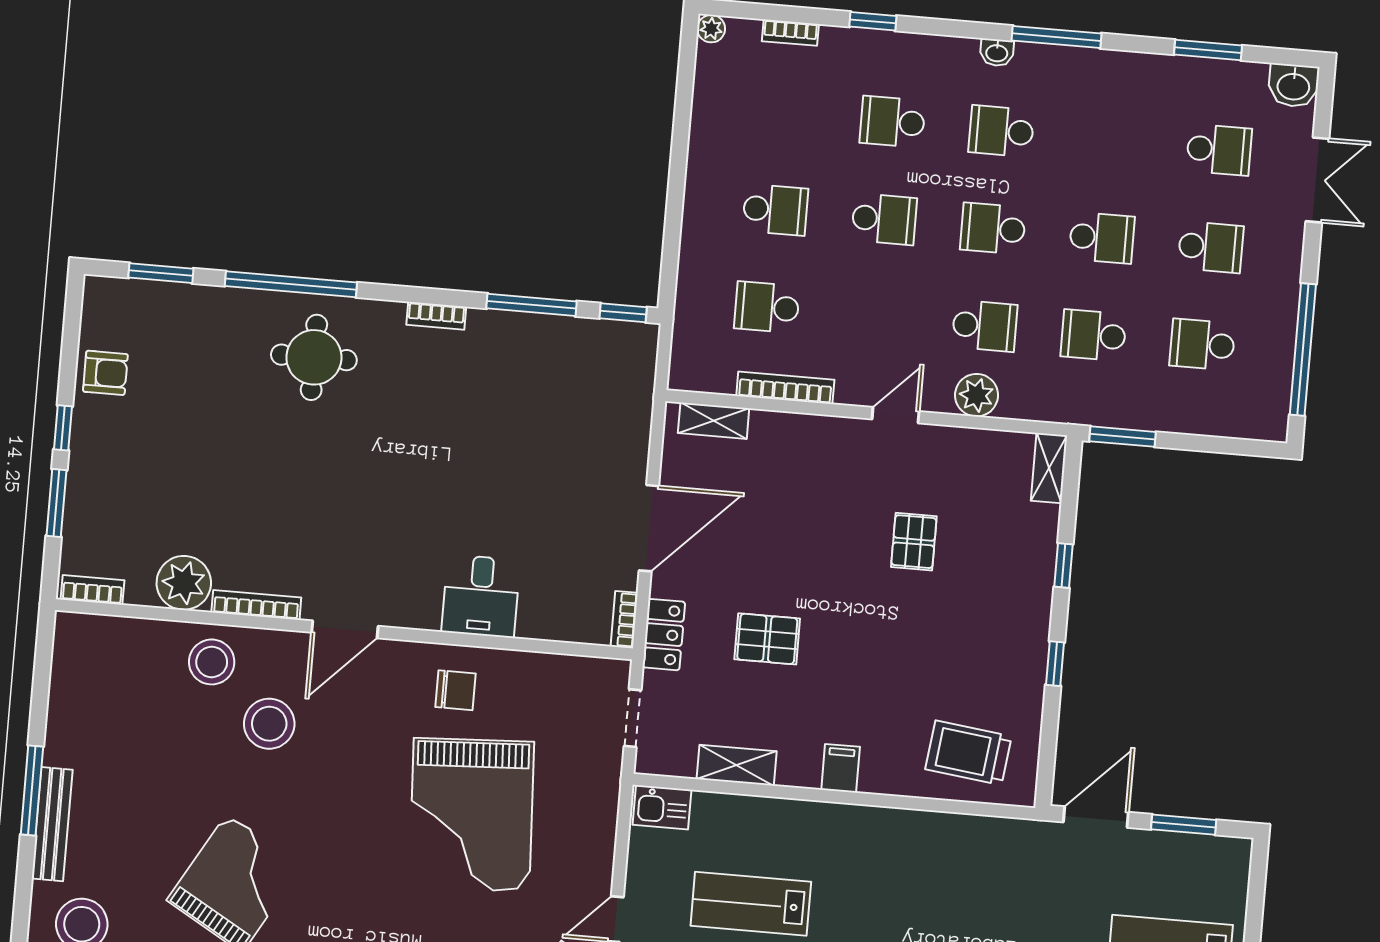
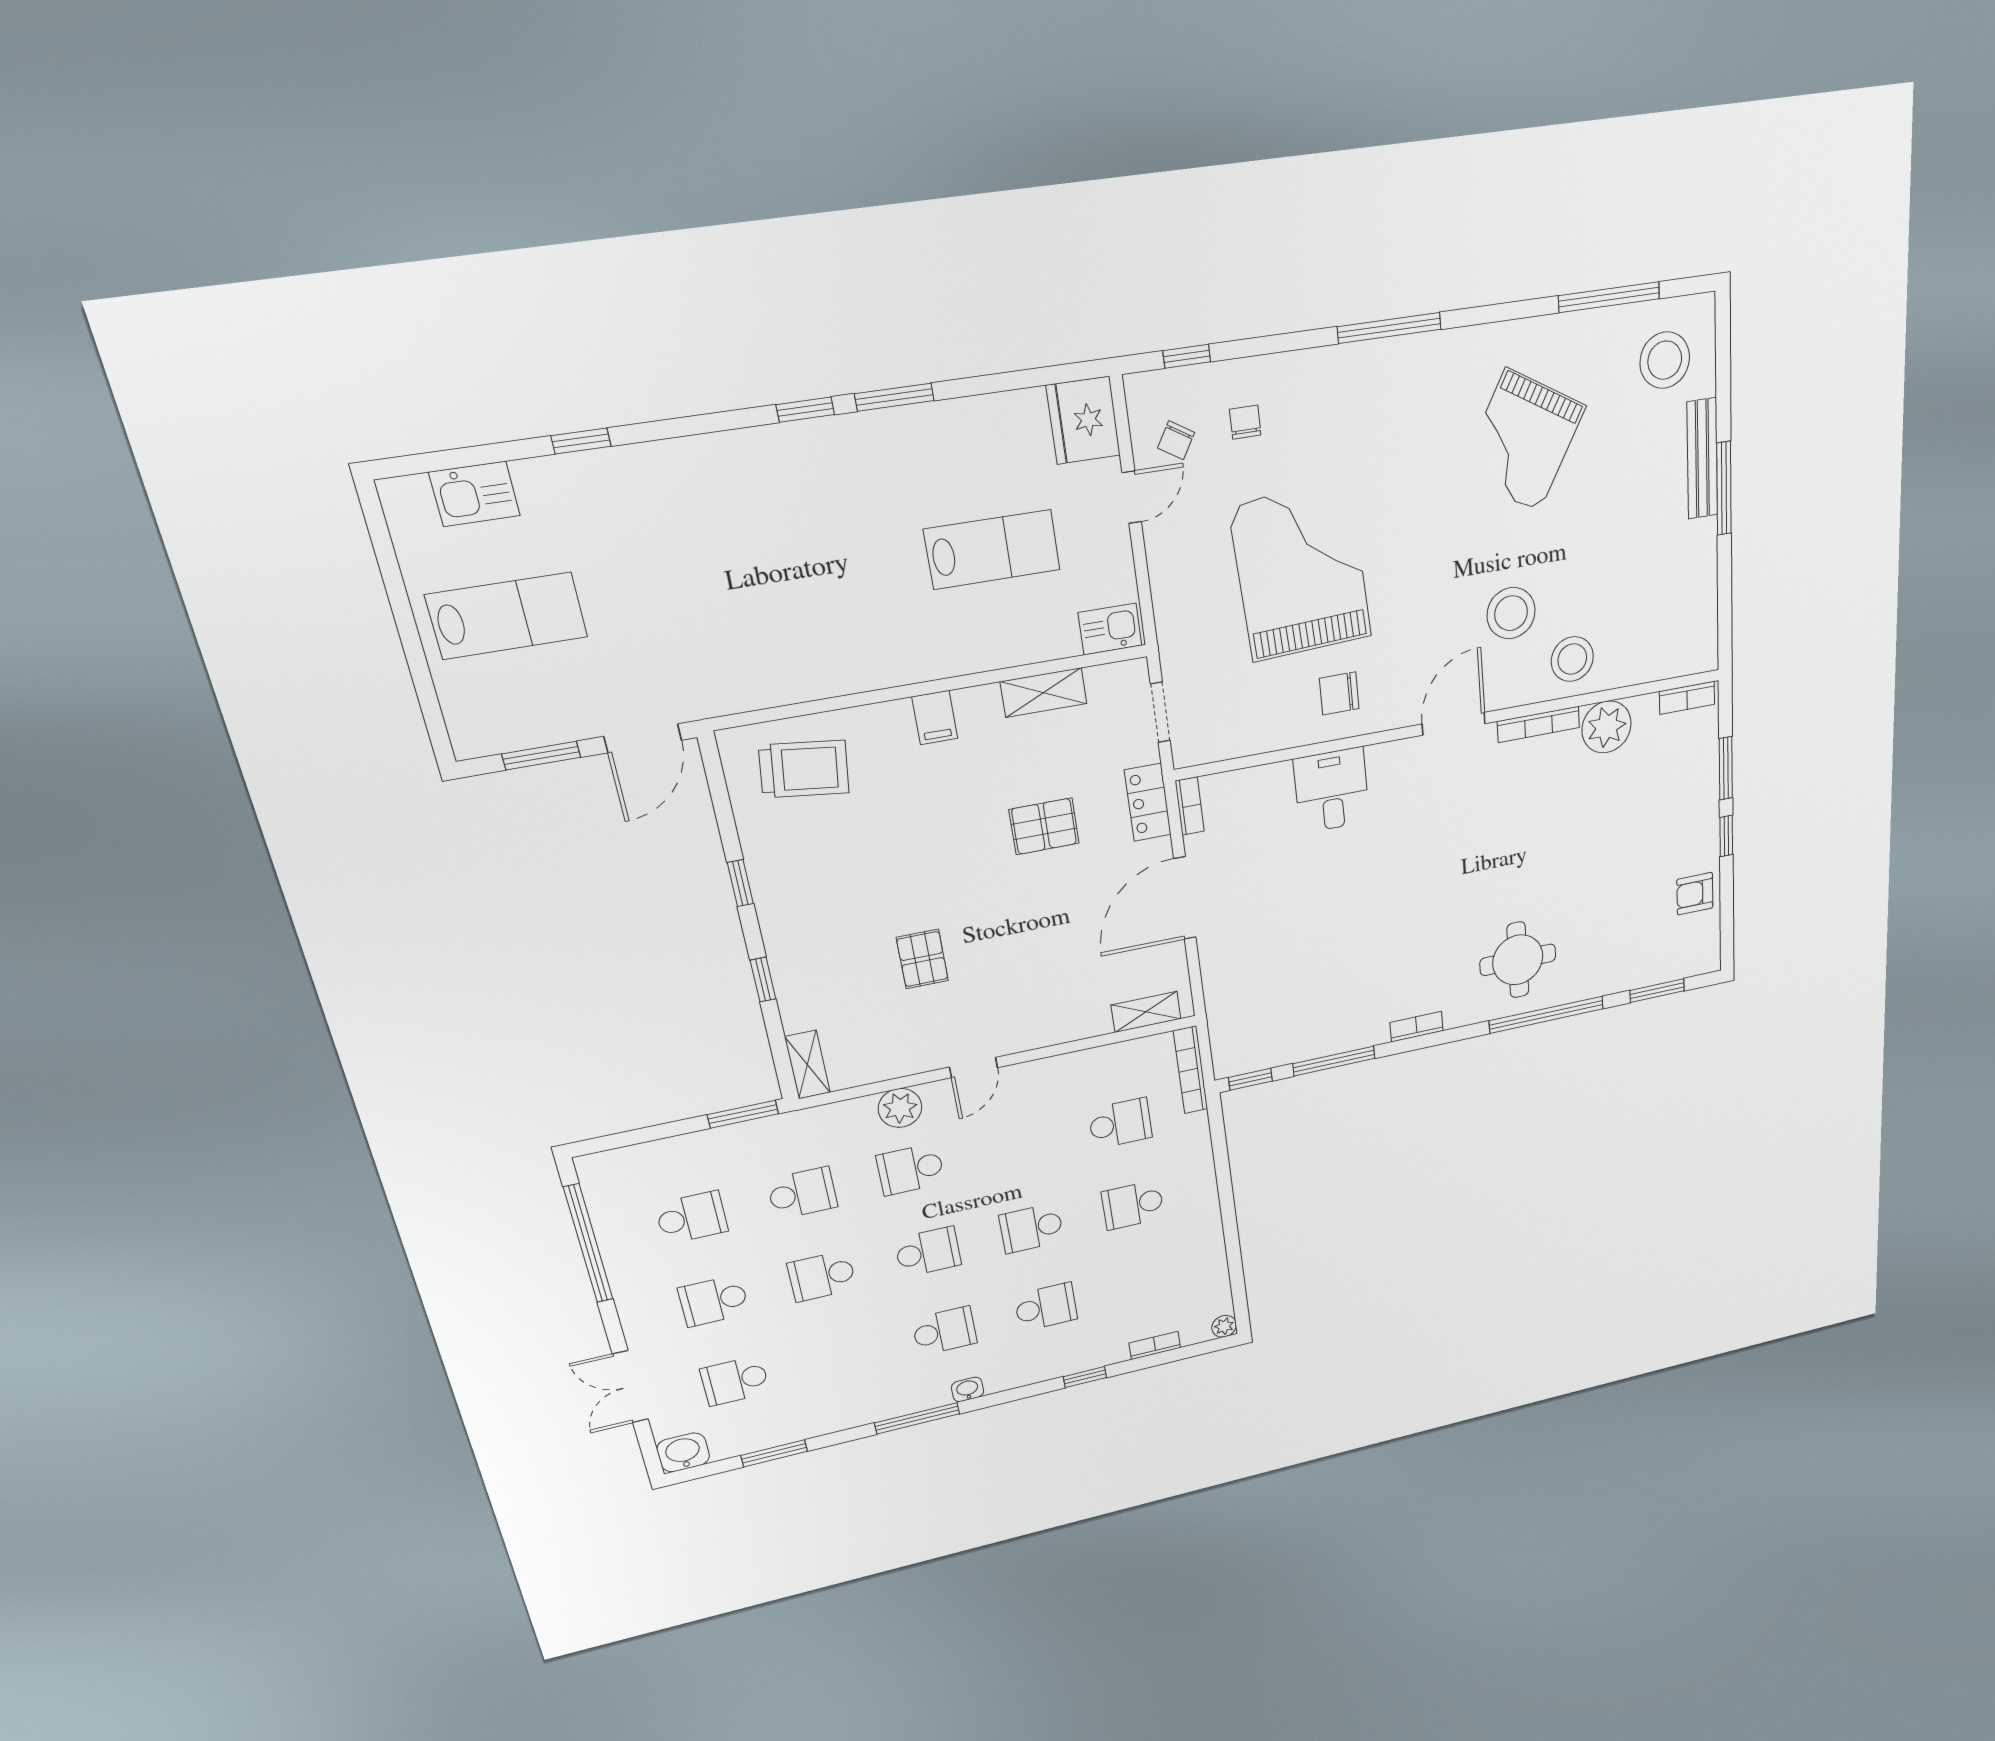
bookcase: (785, 388) -> (1191, 1070), moved, turned 90

